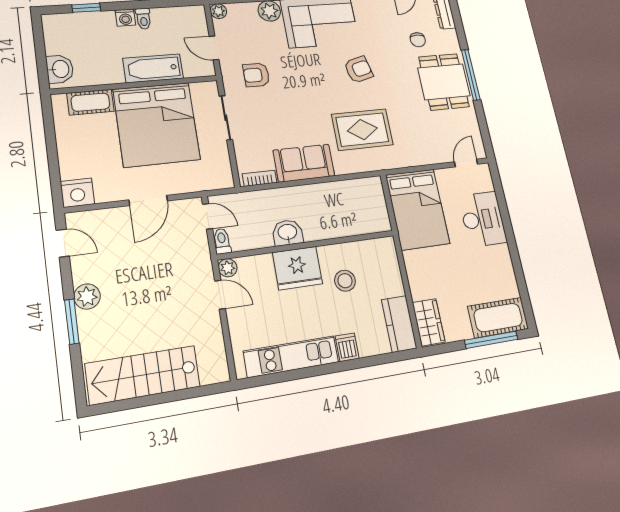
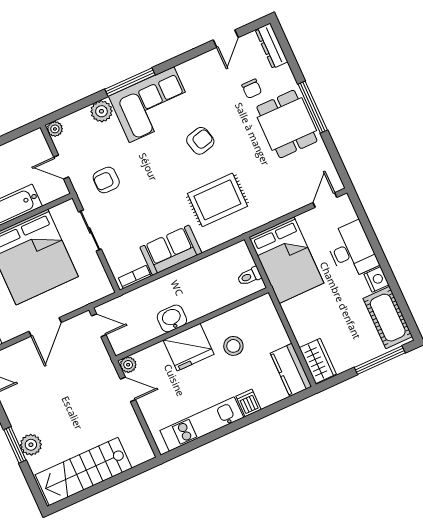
toilet: (222, 241) -> (249, 276), moved, turned -90
nightstand: (502, 256) -> (376, 279), added
plant: (87, 296) -> (31, 445), moved
cot: (498, 318) -> (388, 318), moved, turned 90

